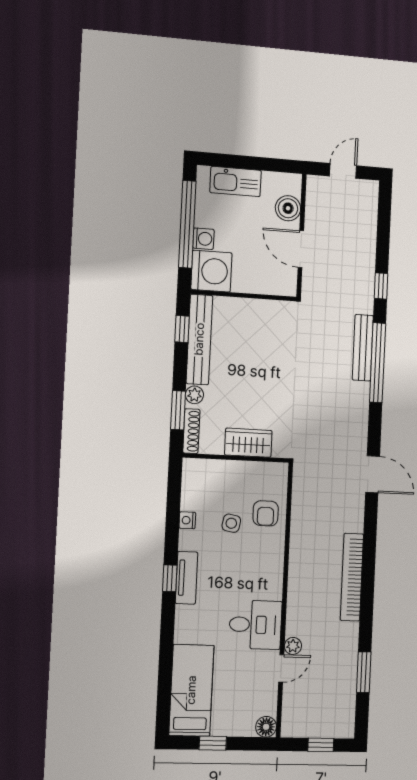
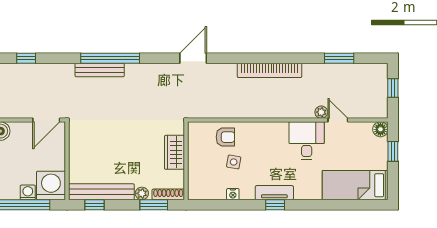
door: (301, 249) -> (46, 120), moved
window: (381, 286) -> (26, 58), moved
window: (213, 743) -> (393, 151), moved

